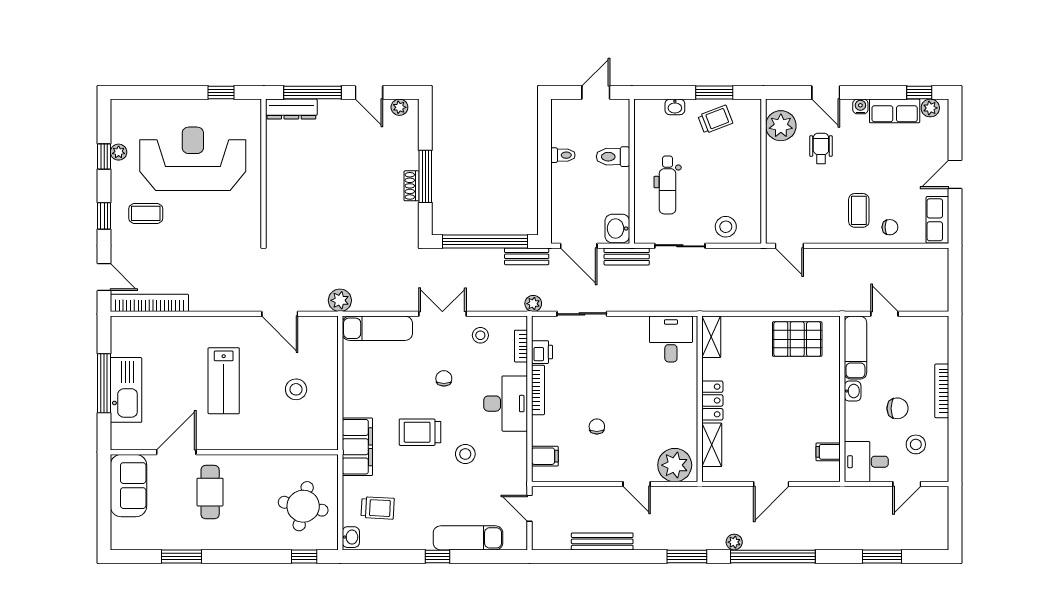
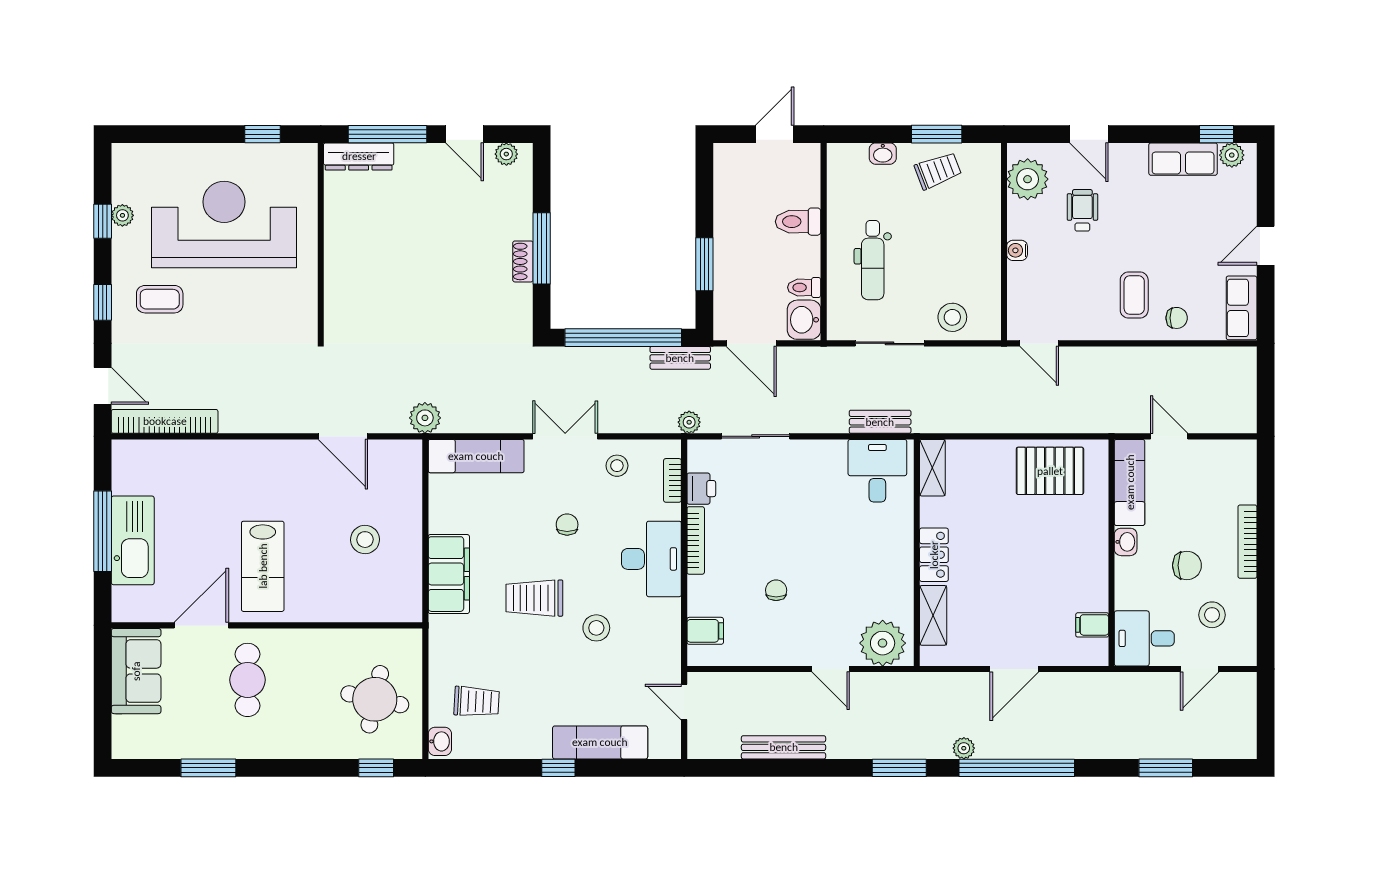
water cooler: (860, 106) -> (1017, 250), moved, turned -90
toilet: (563, 155) -> (804, 287), moved, turned 180
window: (544, 188) -> (704, 264), added
bench: (627, 257) -> (880, 422), moved
lab bench: (224, 381) -> (263, 566), moved
filing cabinet: (357, 447) -> (449, 574), moved

